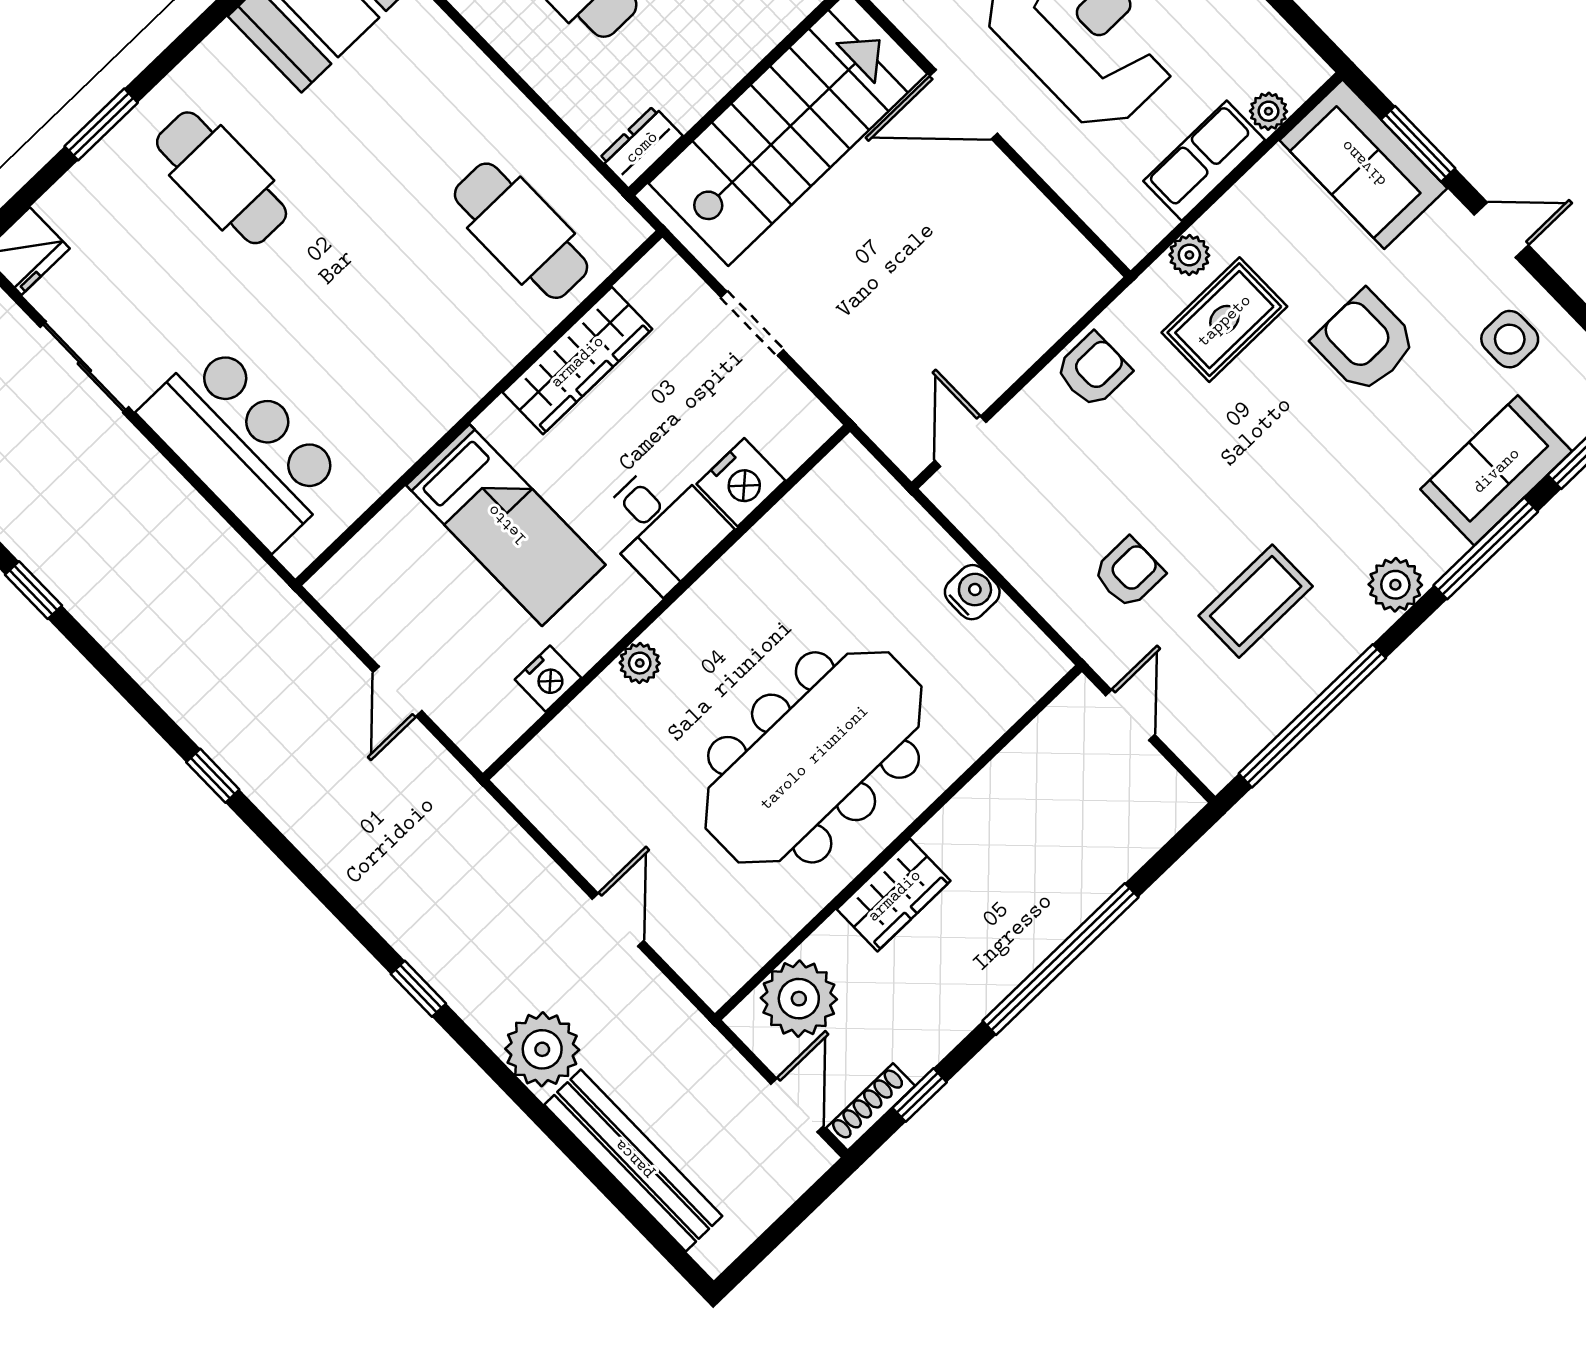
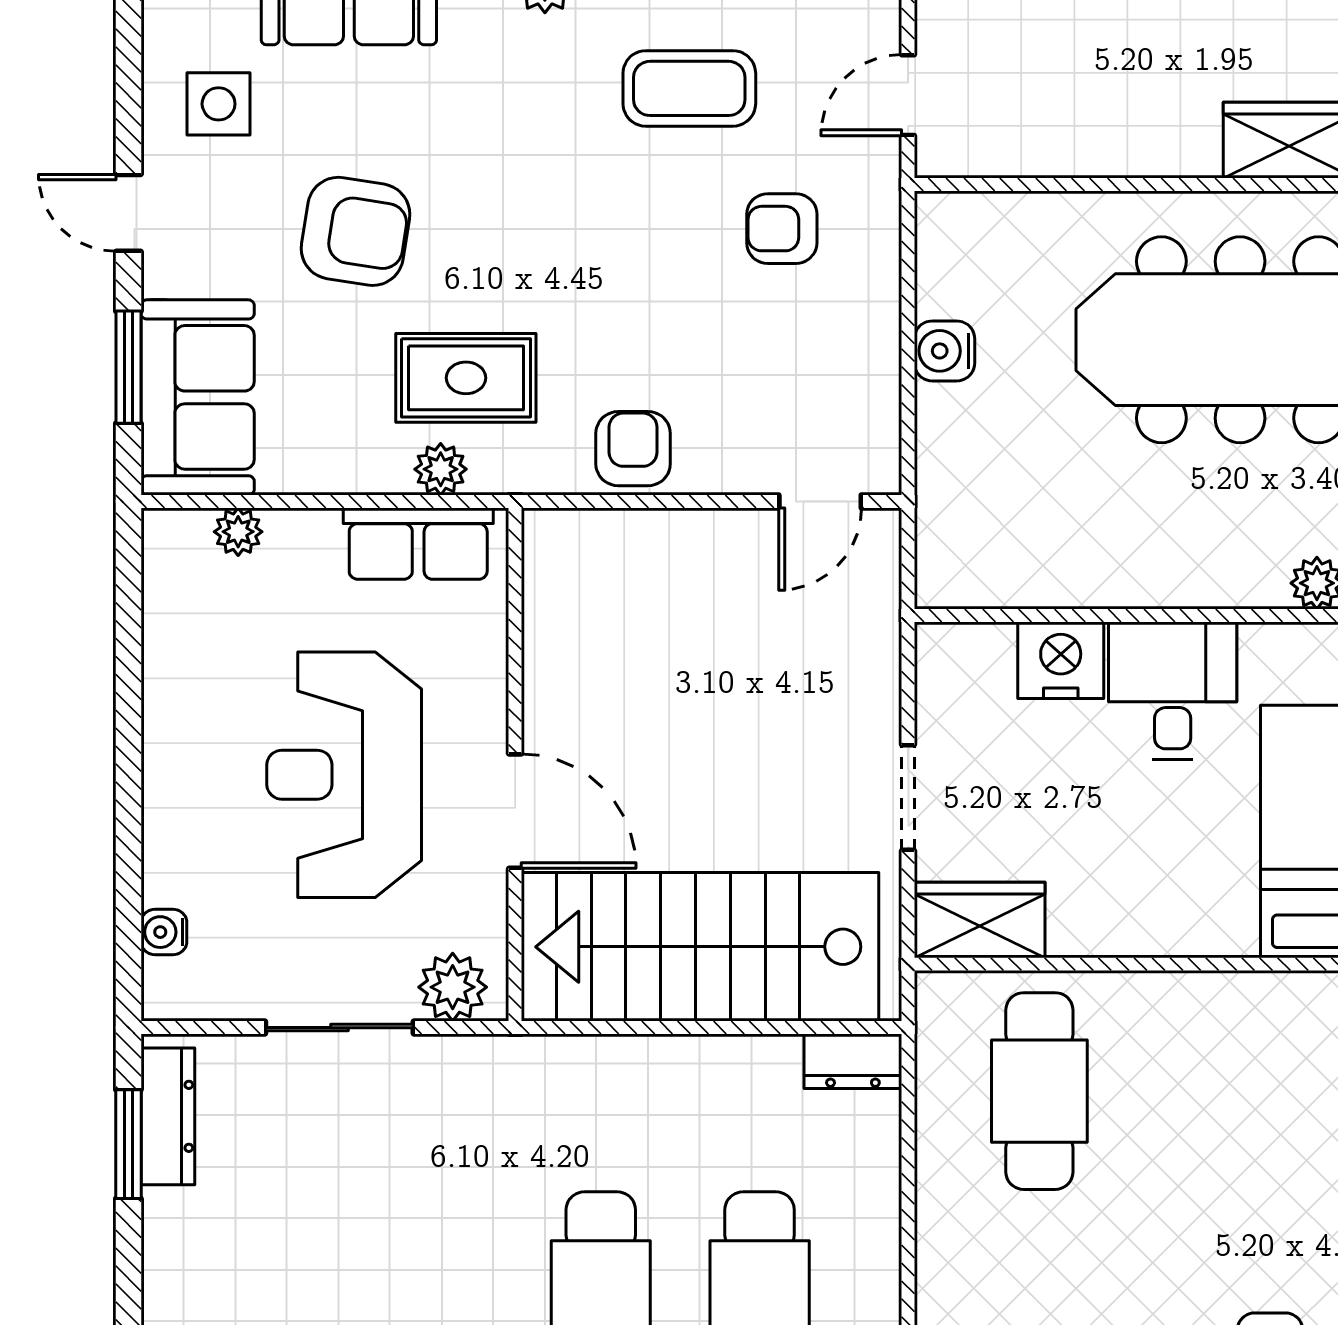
row of seats: (1204, 161) -> (418, 544), moved
armchair: (1365, 342) -> (355, 231), turned -81
wardrobe: (577, 361) -> (980, 920), moved, width x0.67
armchair: (1093, 370) -> (633, 449), turned 90

